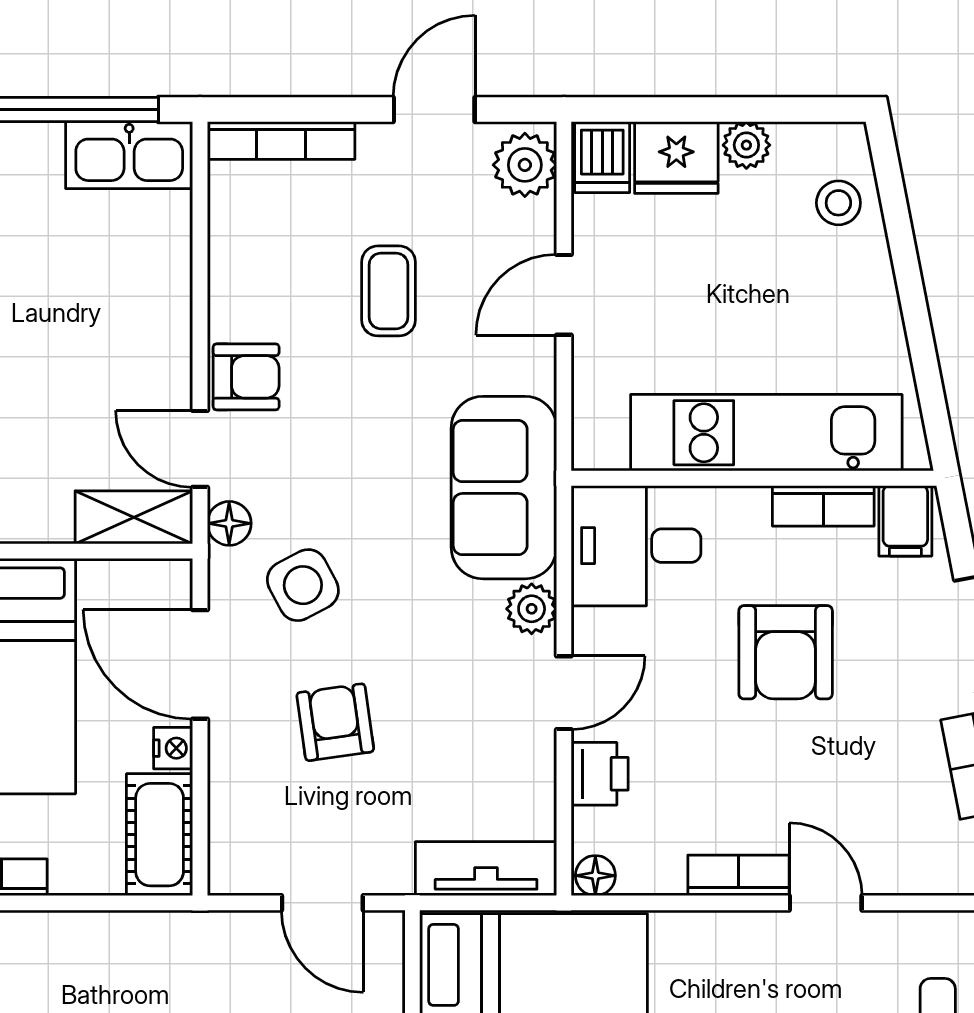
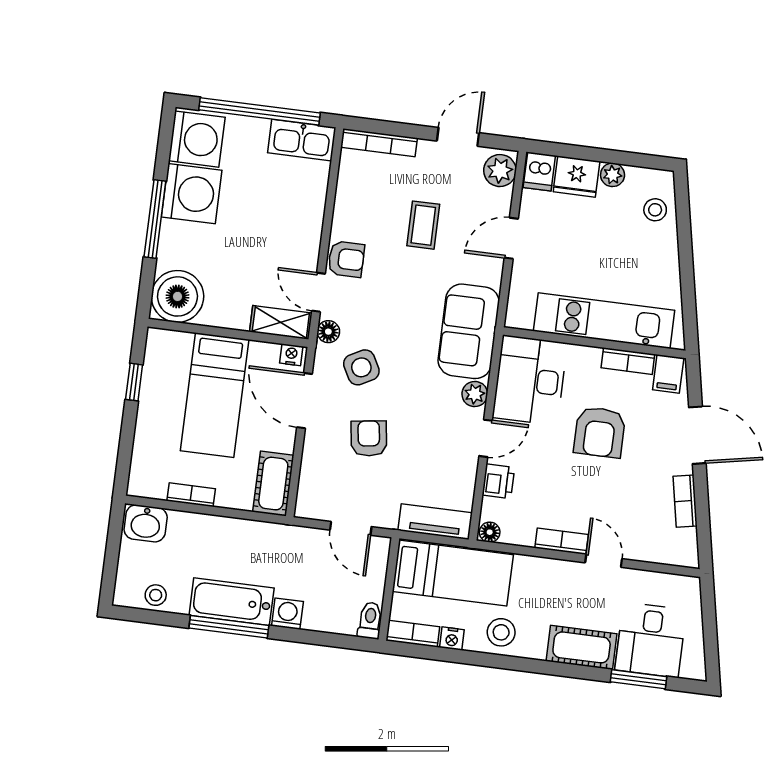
desk: (636, 546) -> (530, 380), width x1.37
nightstand: (173, 748) -> (291, 355), moved, turned -90

